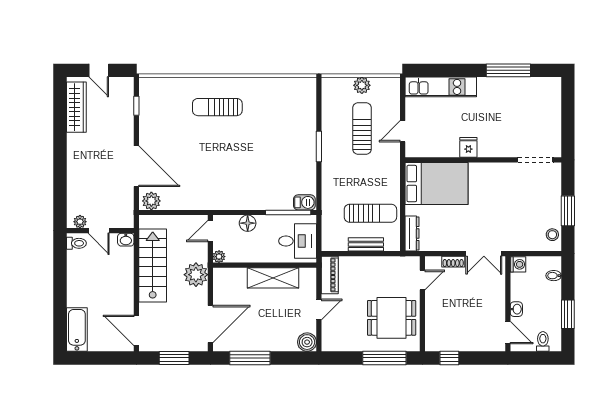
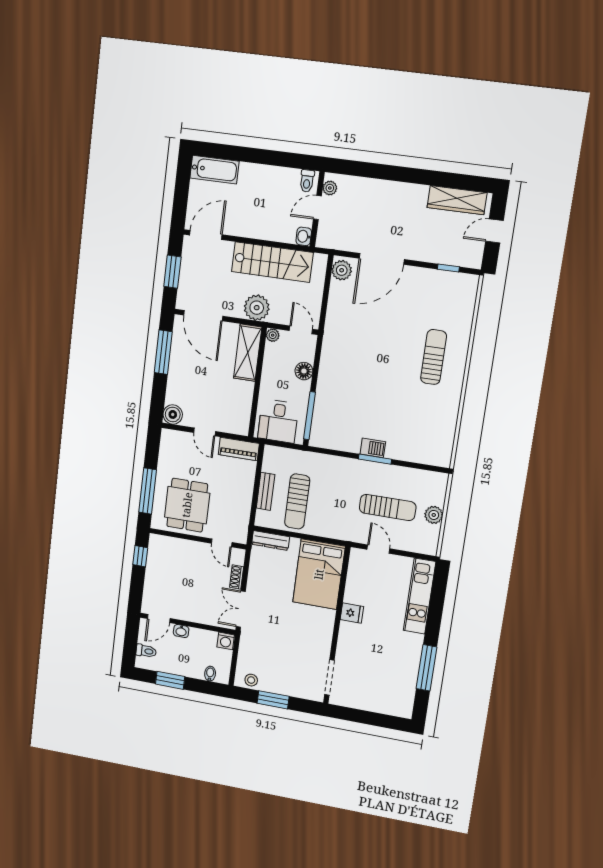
barbecue: (304, 202) -> (373, 448), moved, turned -90
shelving: (273, 278) -> (248, 353), moved

